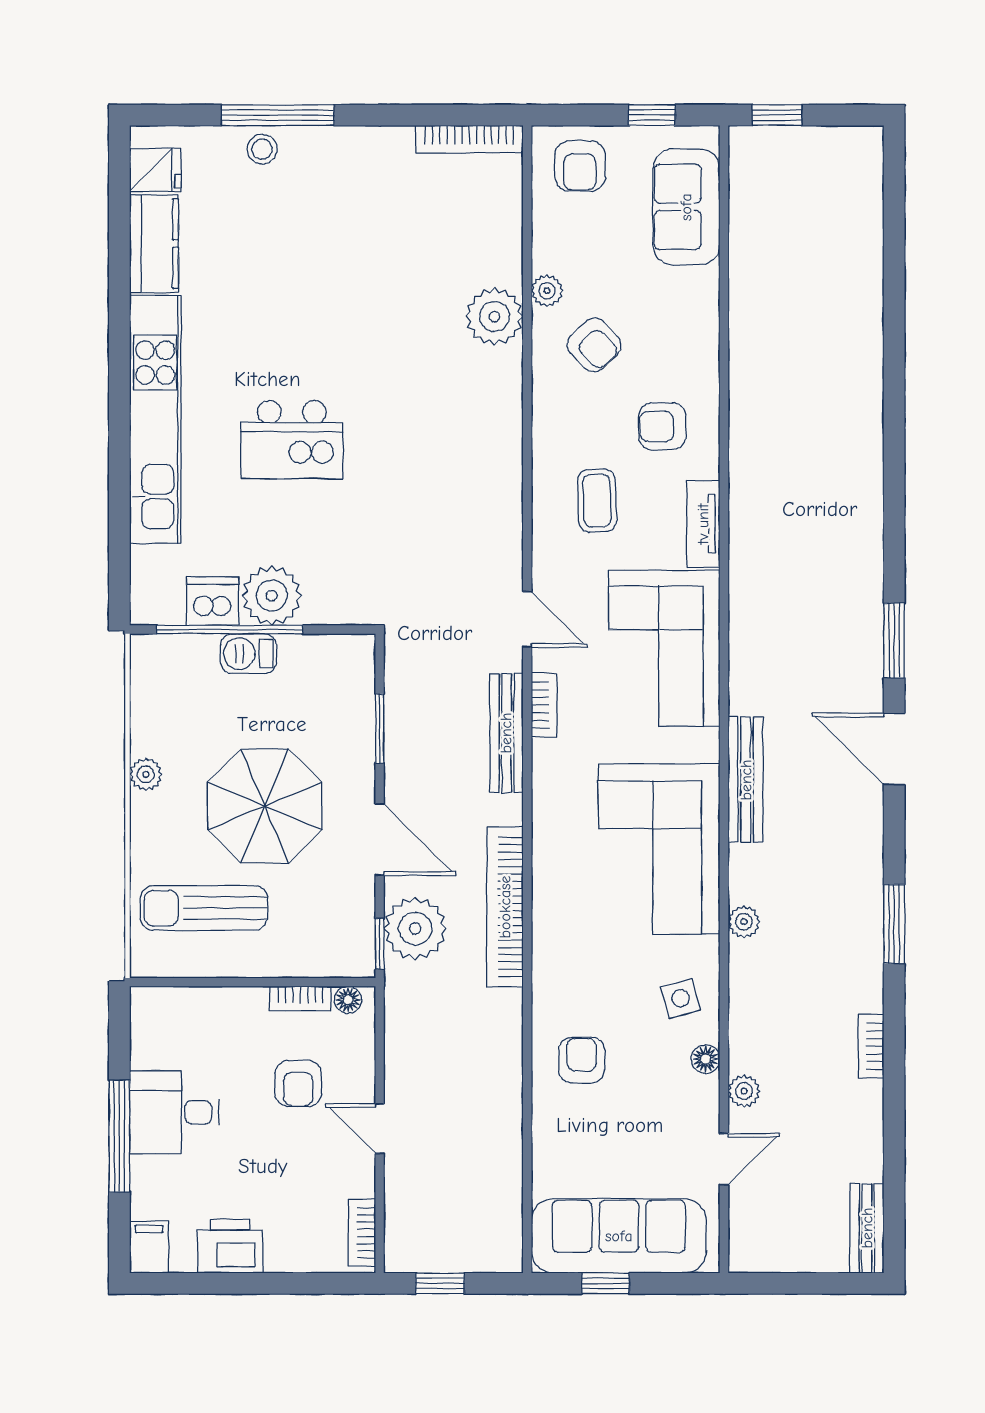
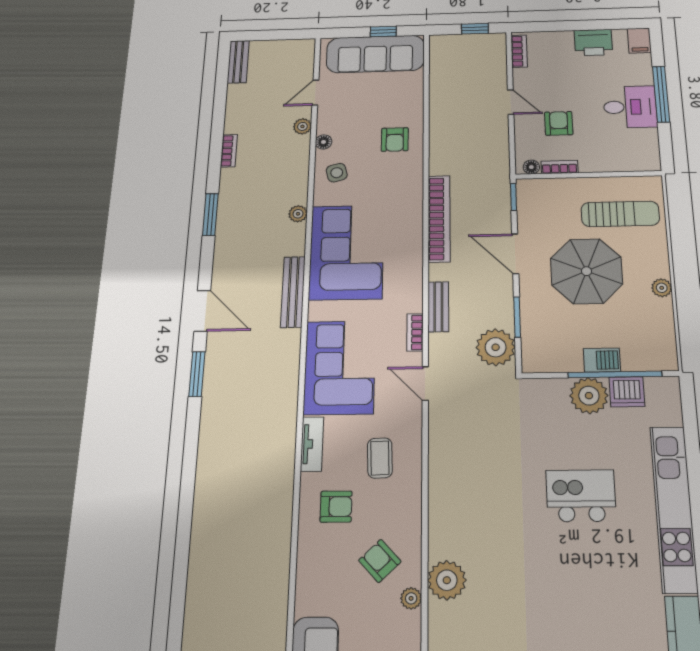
bench: (506, 733) -> (438, 307), width x0.73
plant: (415, 929) -> (496, 347), moved

